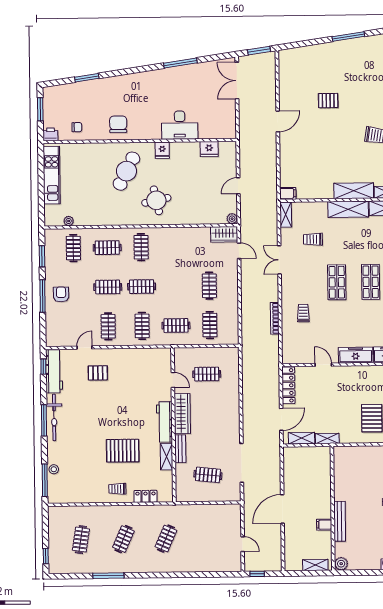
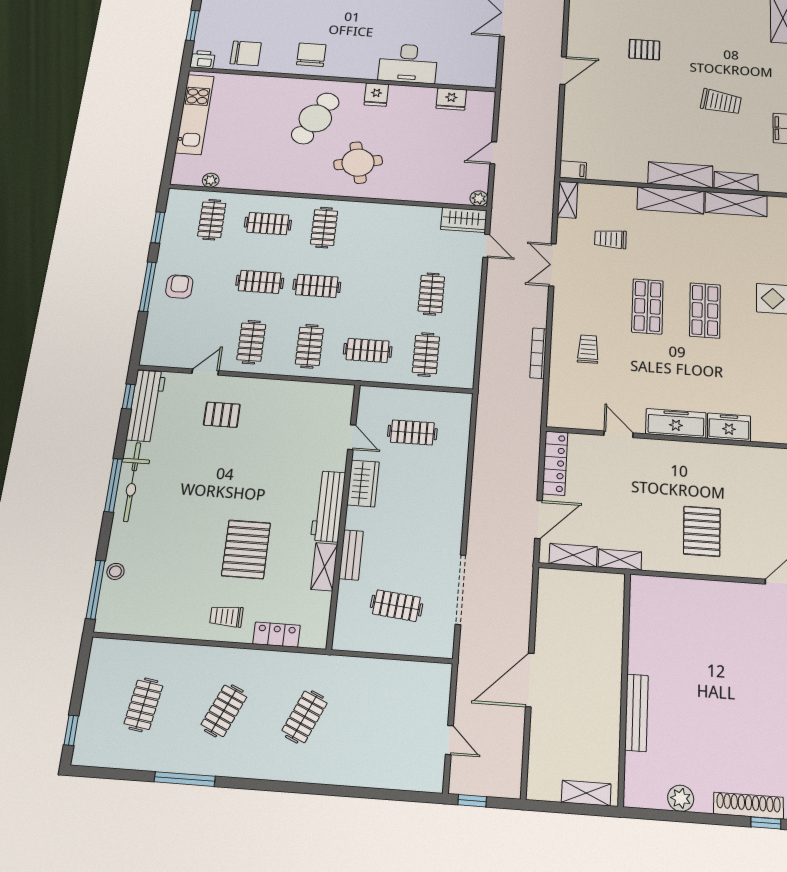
chair: (77, 127) -> (246, 53), width x1.87, depth x1.87
wardrobe: (182, 414) -> (363, 483), width x0.67
pallet: (123, 451) -> (246, 549), turned 90
filing cabinet: (324, 525) -> (607, 716), removed
plant: (341, 564) -> (681, 798), moved

